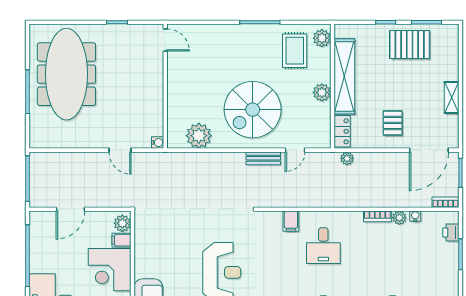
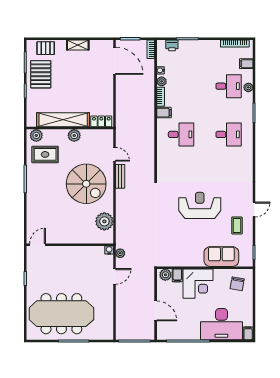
pallet: (393, 123) -> (46, 48), moved
plant: (347, 158) -> (120, 253), moved
filing cabinet: (291, 221) -> (164, 113), moved

